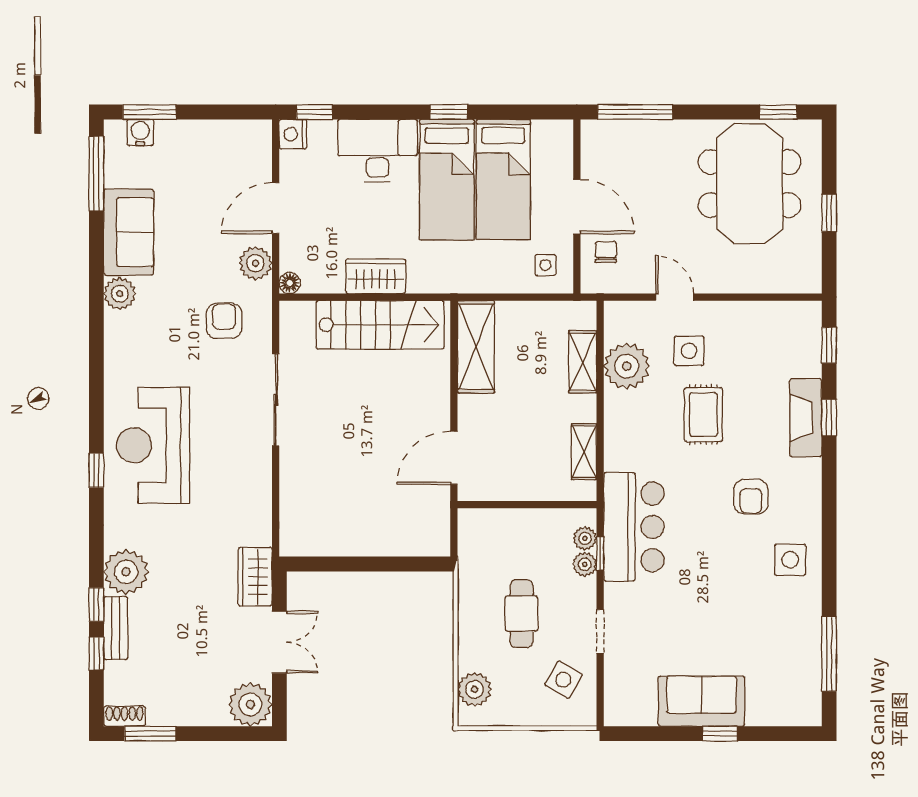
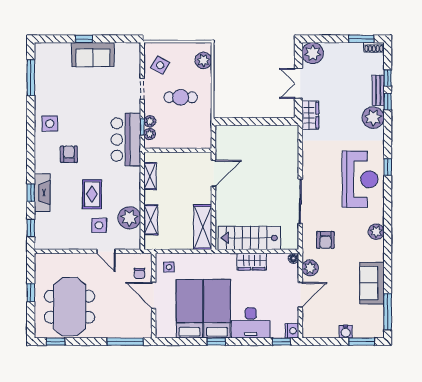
water cooler: (140, 133) -> (346, 332), moved
plant: (120, 294) -> (376, 232), moved
cafe table: (522, 614) -> (181, 97), turned 90

